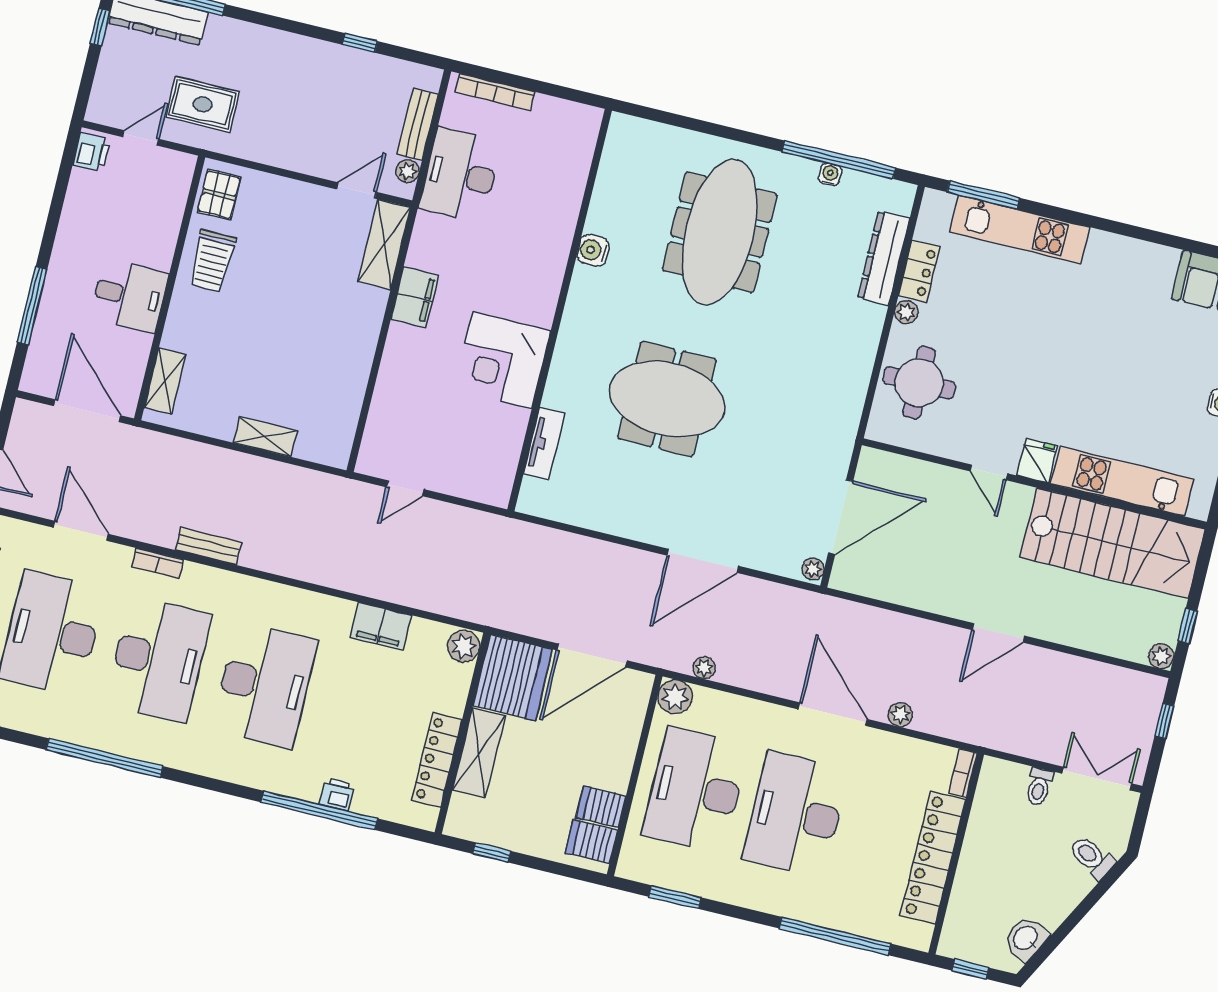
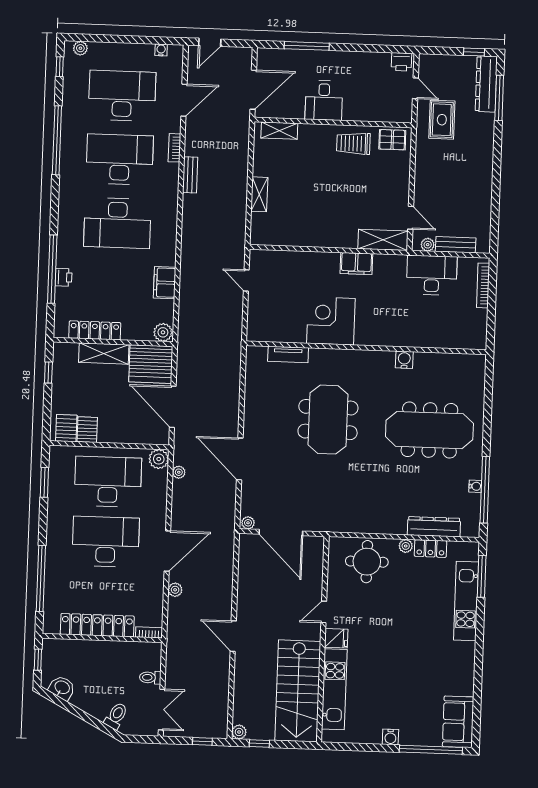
window: (360, 43) -> (495, 202), removed
desk: (158, 659) -> (120, 159), turned 180

